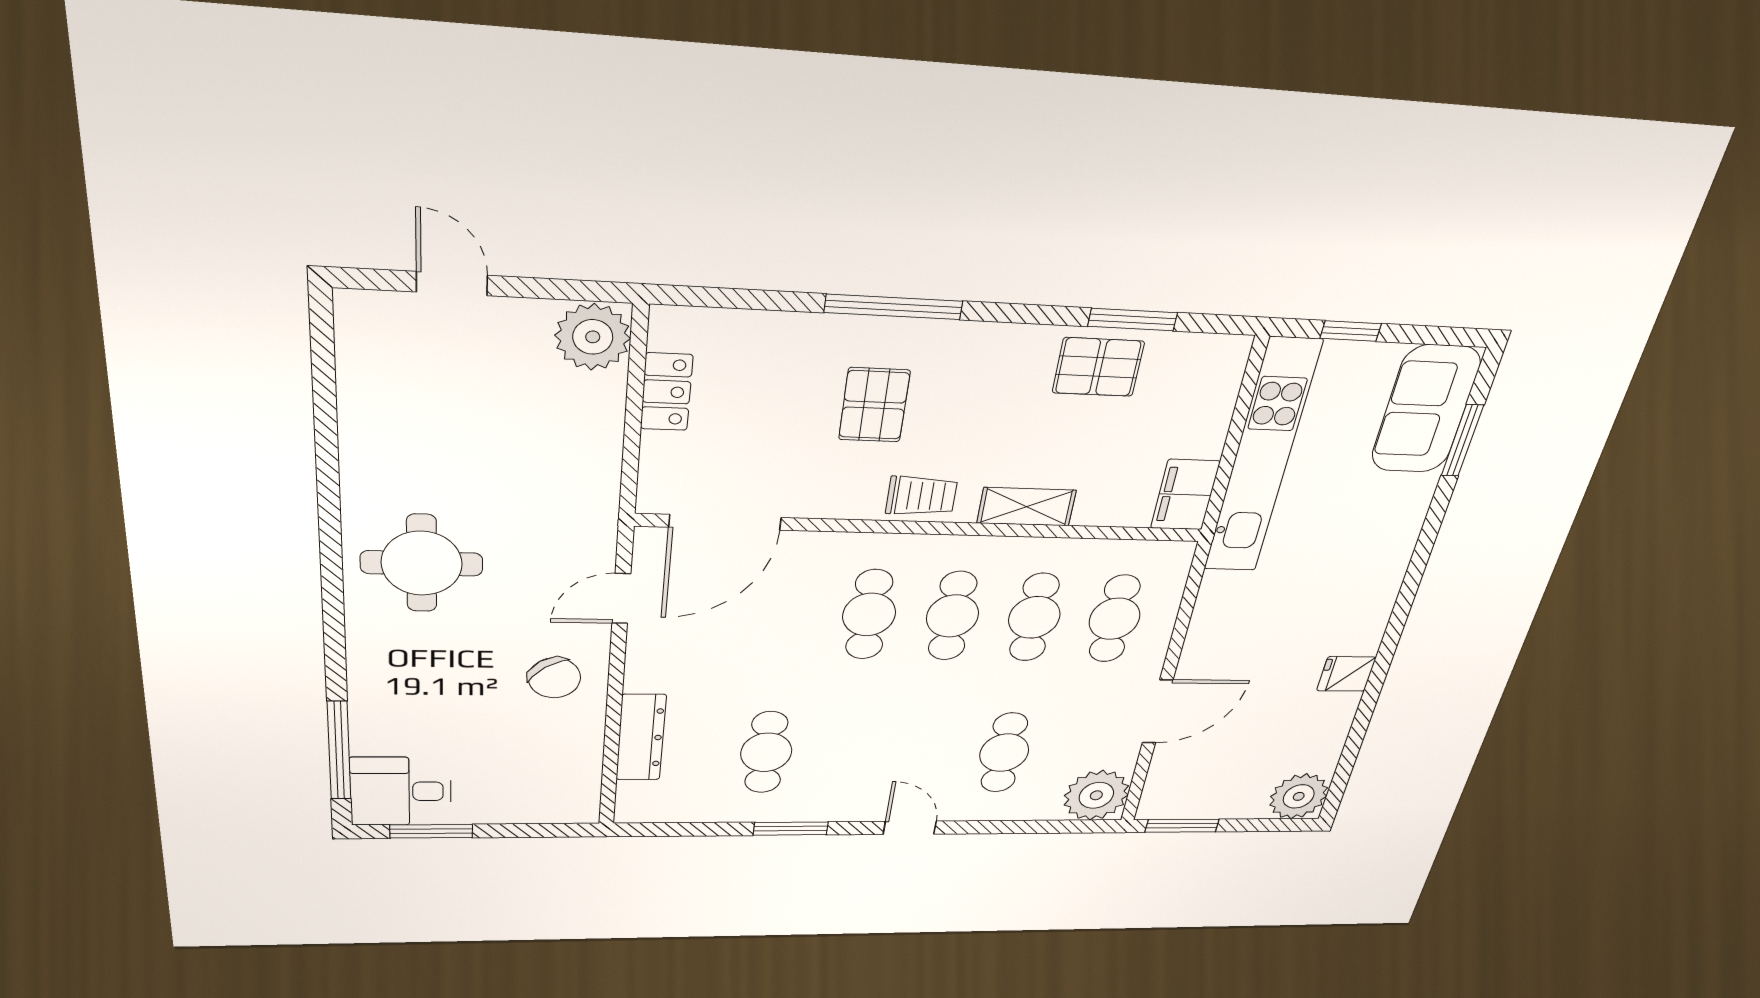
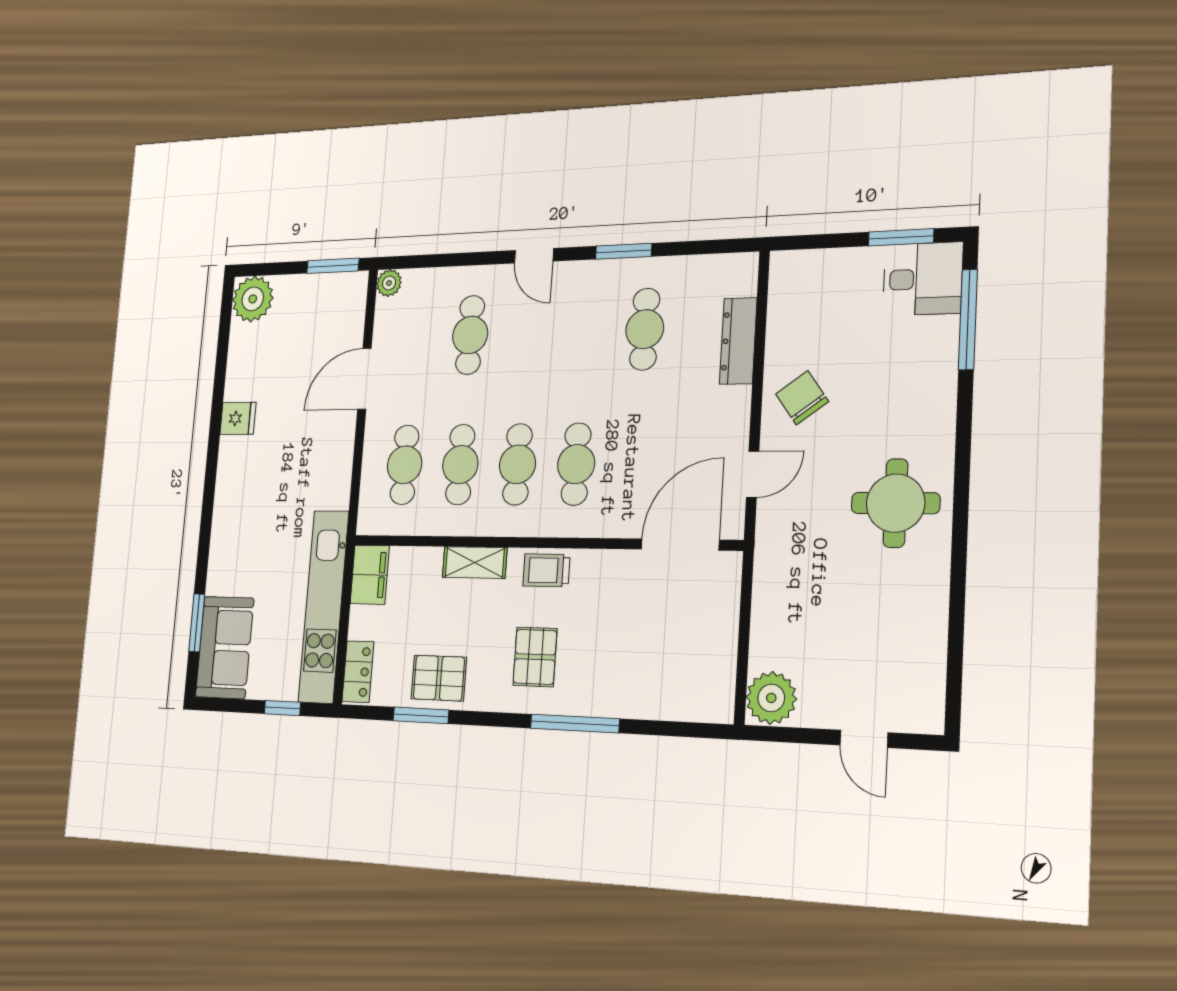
locker: (667, 392) -> (358, 672), moved, turned 180
pallet: (874, 405) -> (535, 657), moved
plant: (1096, 795) -> (389, 283), width x0.53, depth x0.53

